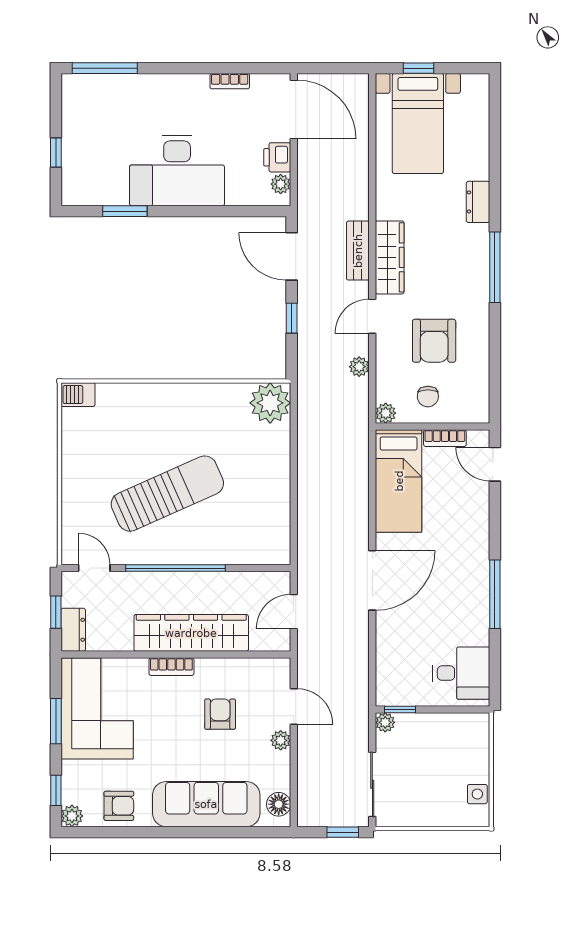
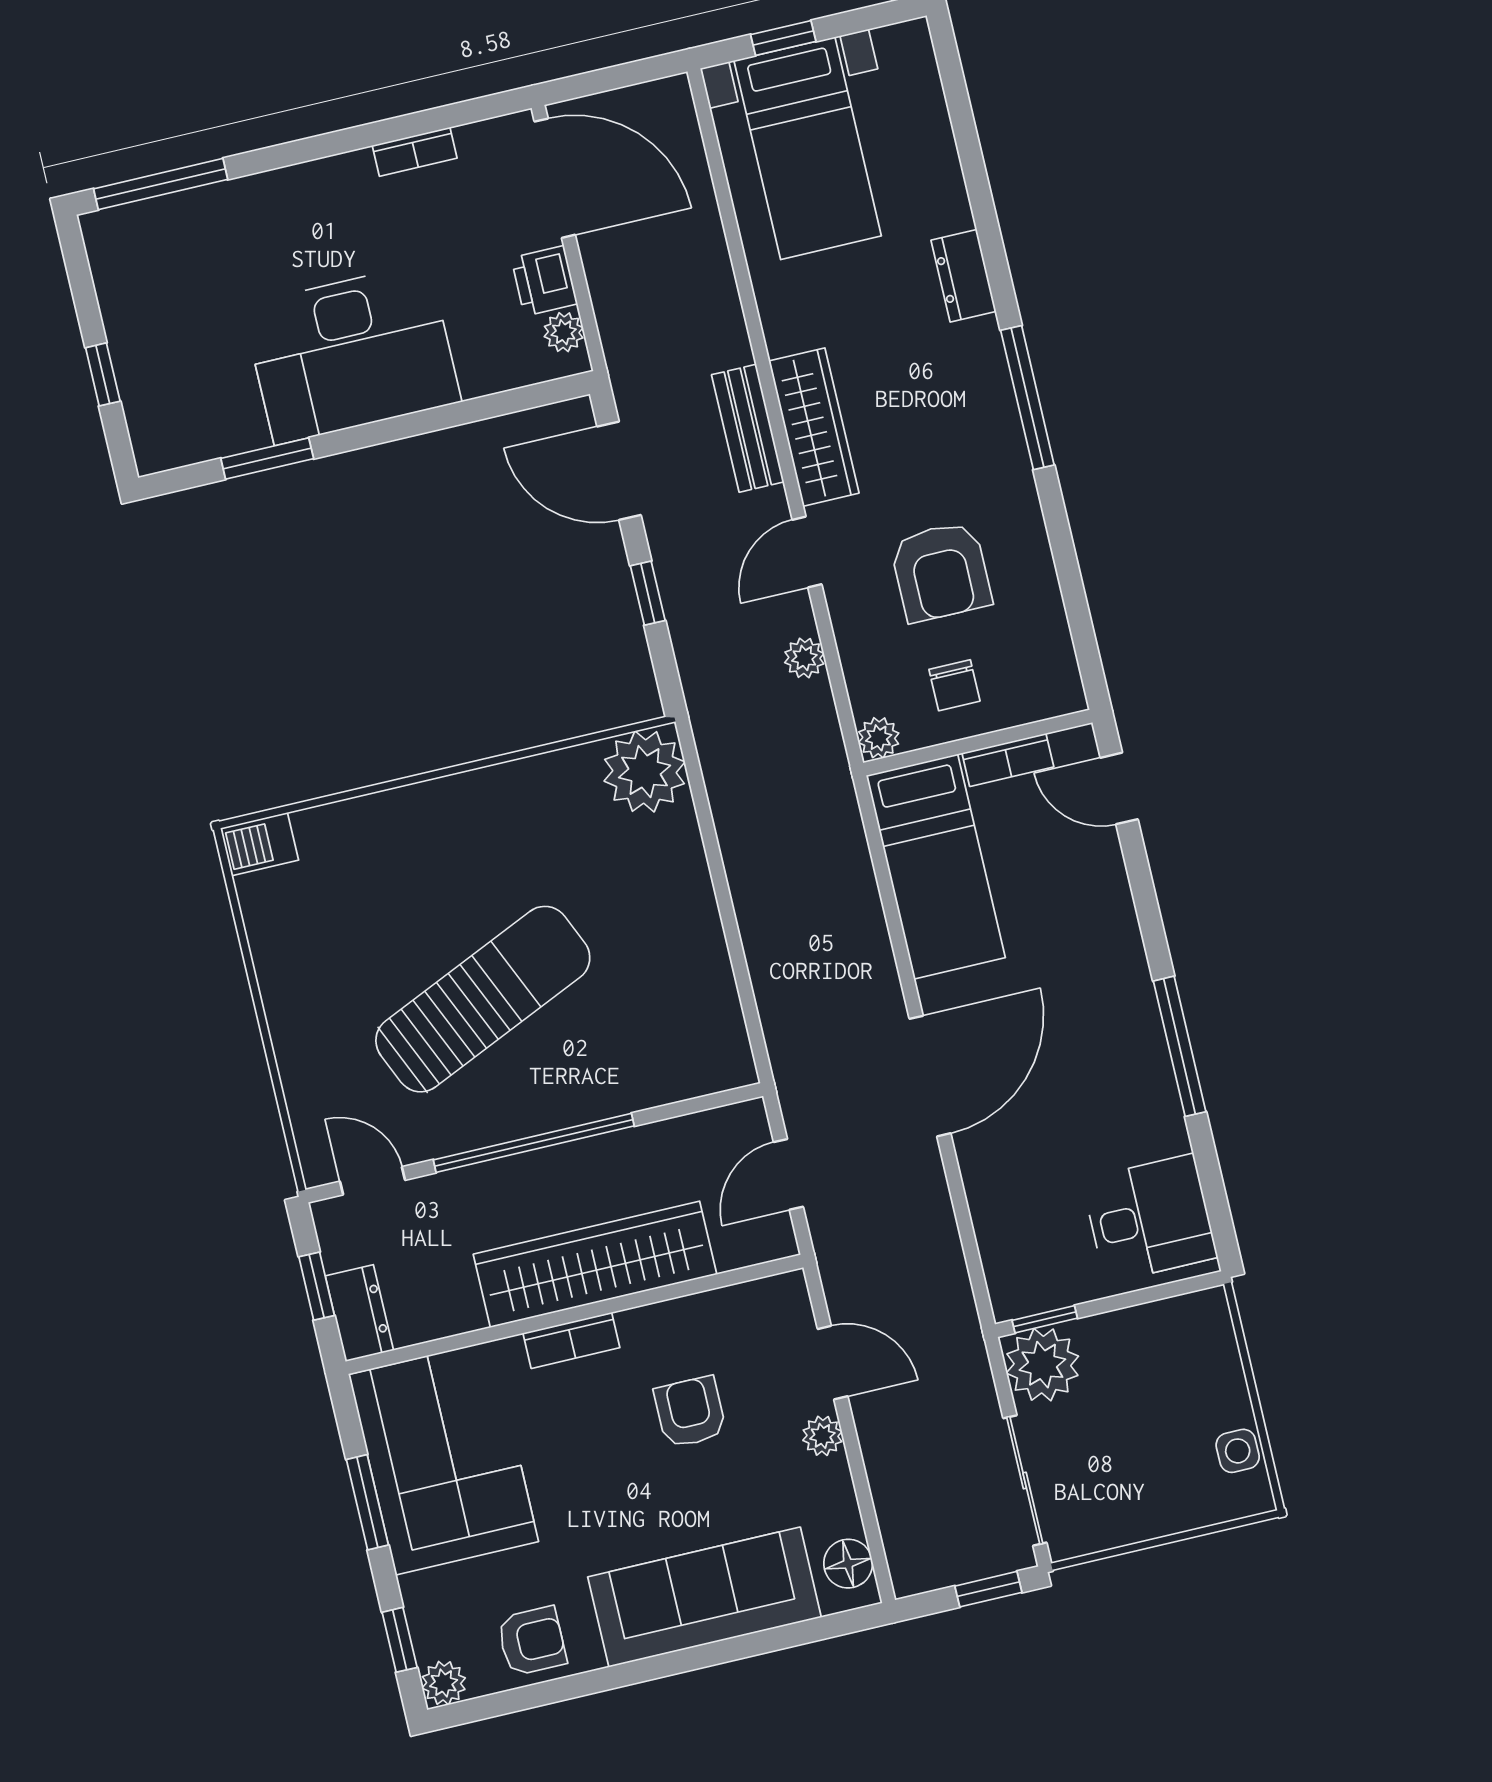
plant: (385, 722) -> (1042, 1365), width x1.88, depth x1.88

